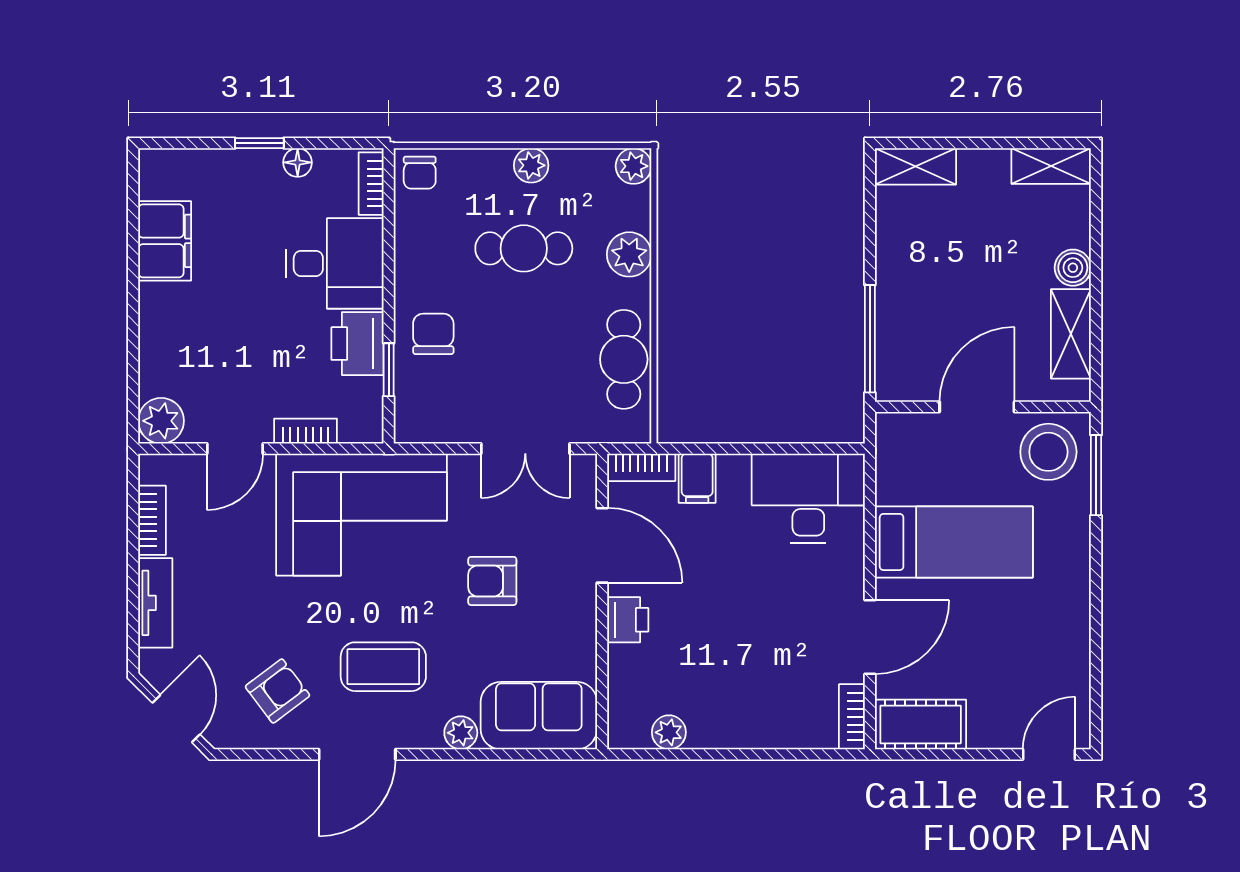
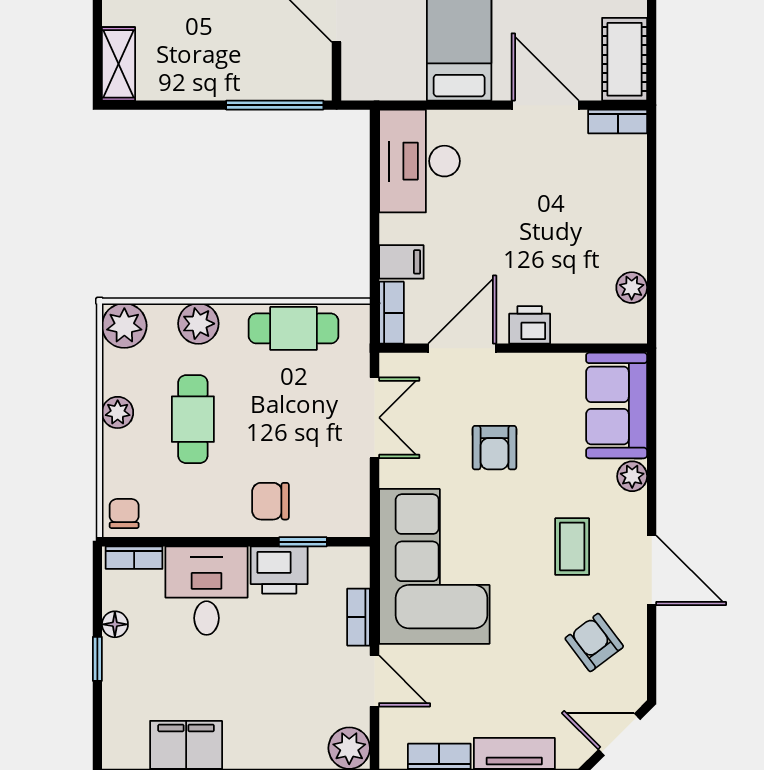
plant: (634, 166) -> (124, 326), width x1.38, depth x1.38
chair: (420, 173) -> (124, 514), turned -90
coffee table: (383, 667) -> (572, 547), width x0.73, depth x0.77

